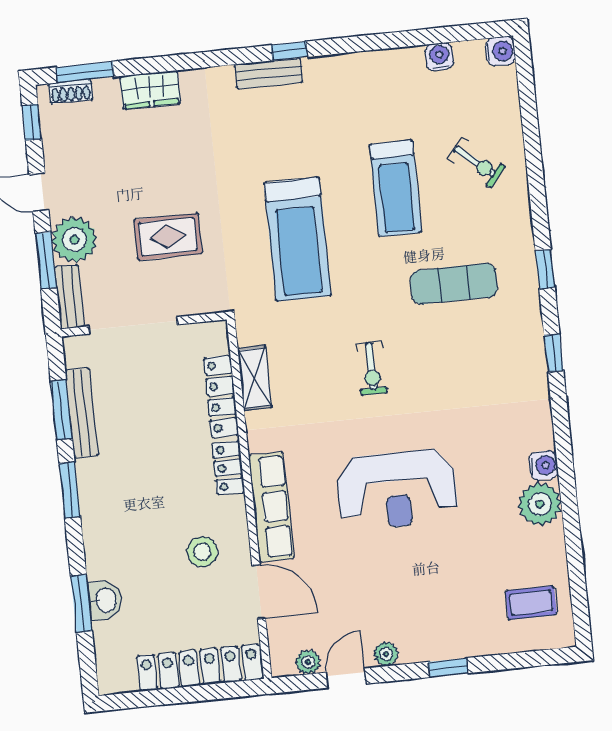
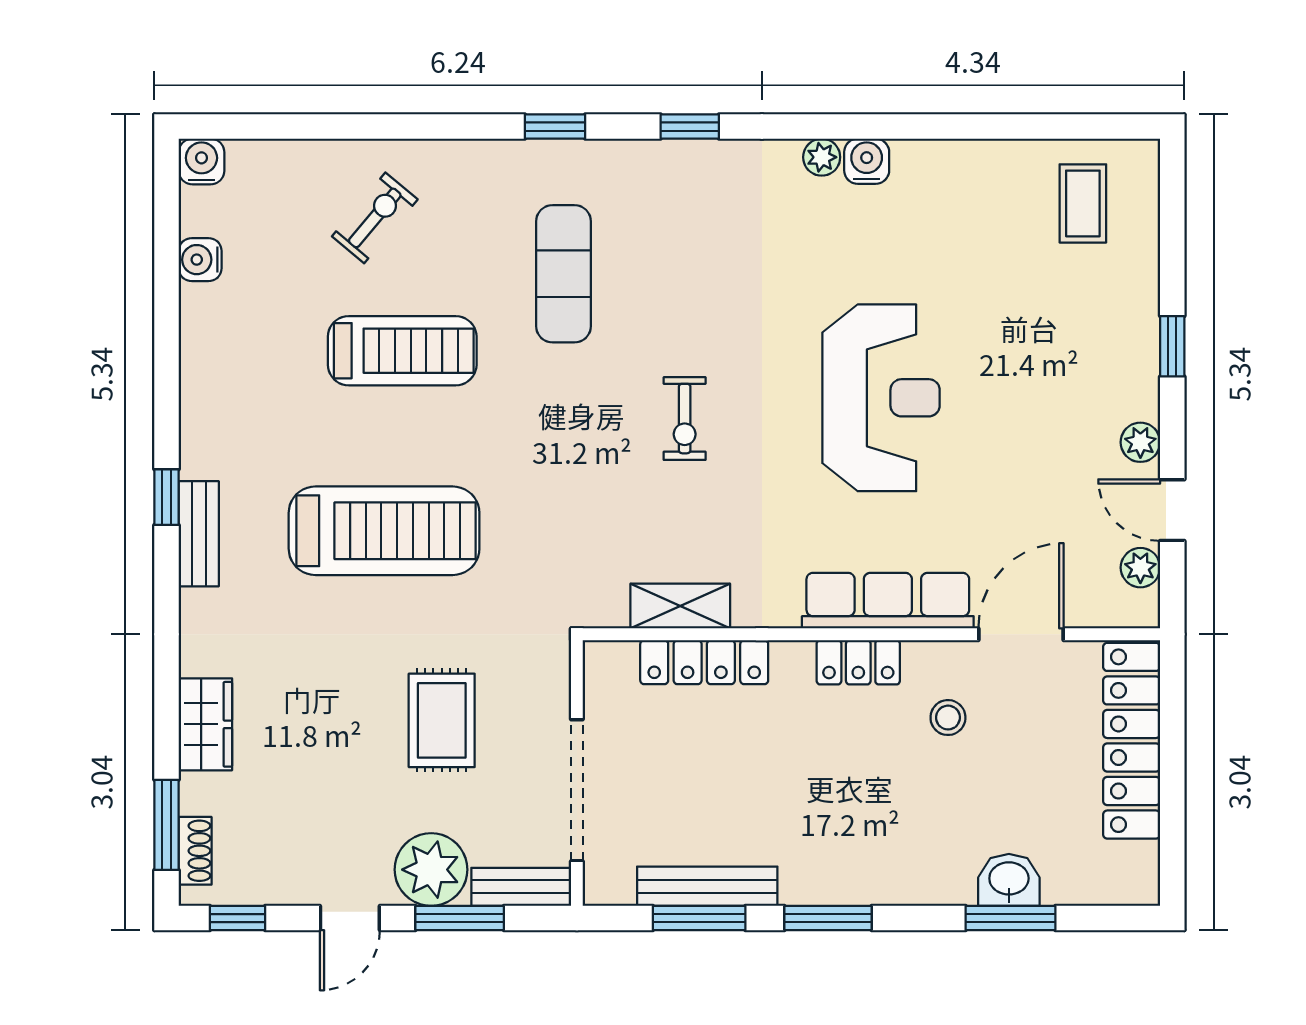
treadmill: (298, 239) -> (384, 531), moved
exercise bike: (372, 369) -> (685, 419), turned 90
locker: (228, 468) -> (858, 662), moved
plant: (540, 504) -> (822, 157), moved, width x0.53, depth x0.53
stool: (202, 552) -> (948, 718), width x0.73, depth x0.73

